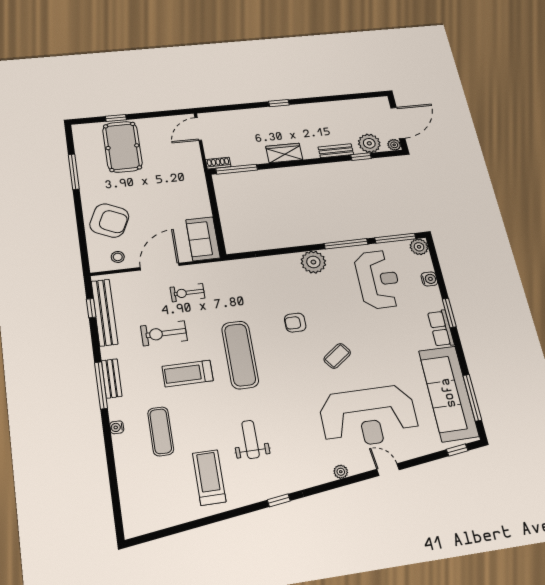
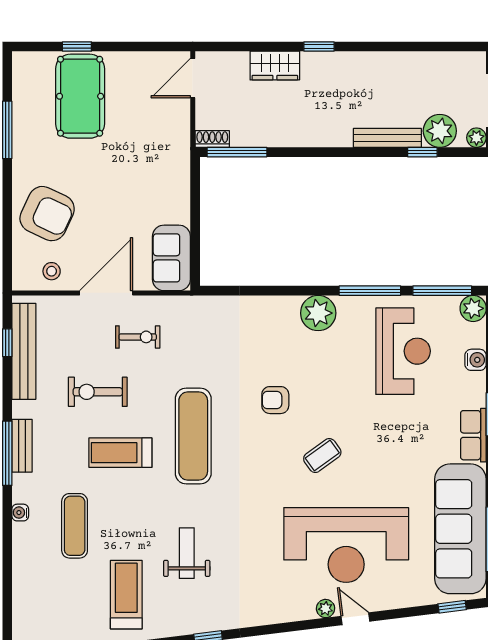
bench: (336, 151) -> (387, 138), width x1.36
wardrobe: (284, 153) -> (275, 66), moved, turned 180
exercise bike: (187, 293) -> (138, 337), turned 180
plant: (341, 472) -> (326, 609), moved

